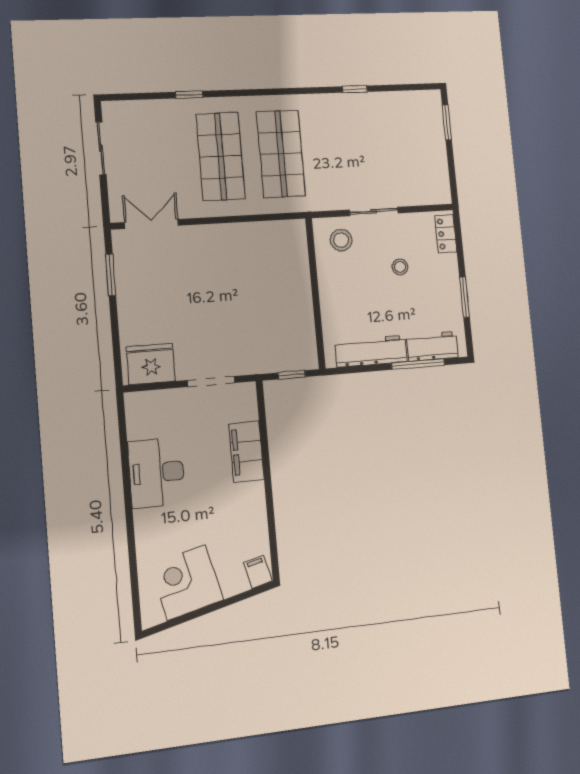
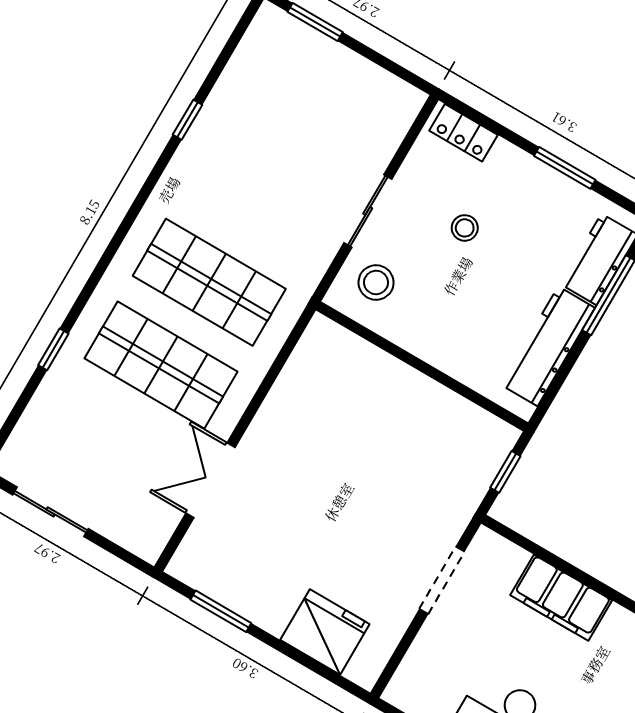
double door: (151, 224) -> (210, 480), moved
fridge: (151, 364) -> (325, 632), moved, turned 90

